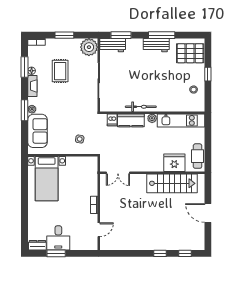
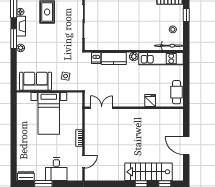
bicycle: (141, 107) -> (169, 46), moved
window: (25, 110) -> (14, 39), moved
sofa: (37, 131) -> (36, 81), moved, turned -90
fridge: (174, 163) -> (150, 101), width x0.53, depth x0.75
double door: (118, 173) -> (102, 108), swing flipped
bed with nightstands: (47, 179) -> (49, 113), moved
stairs: (172, 183) -> (149, 172), moved, turned 180
desk: (58, 238) -> (56, 169), moved

